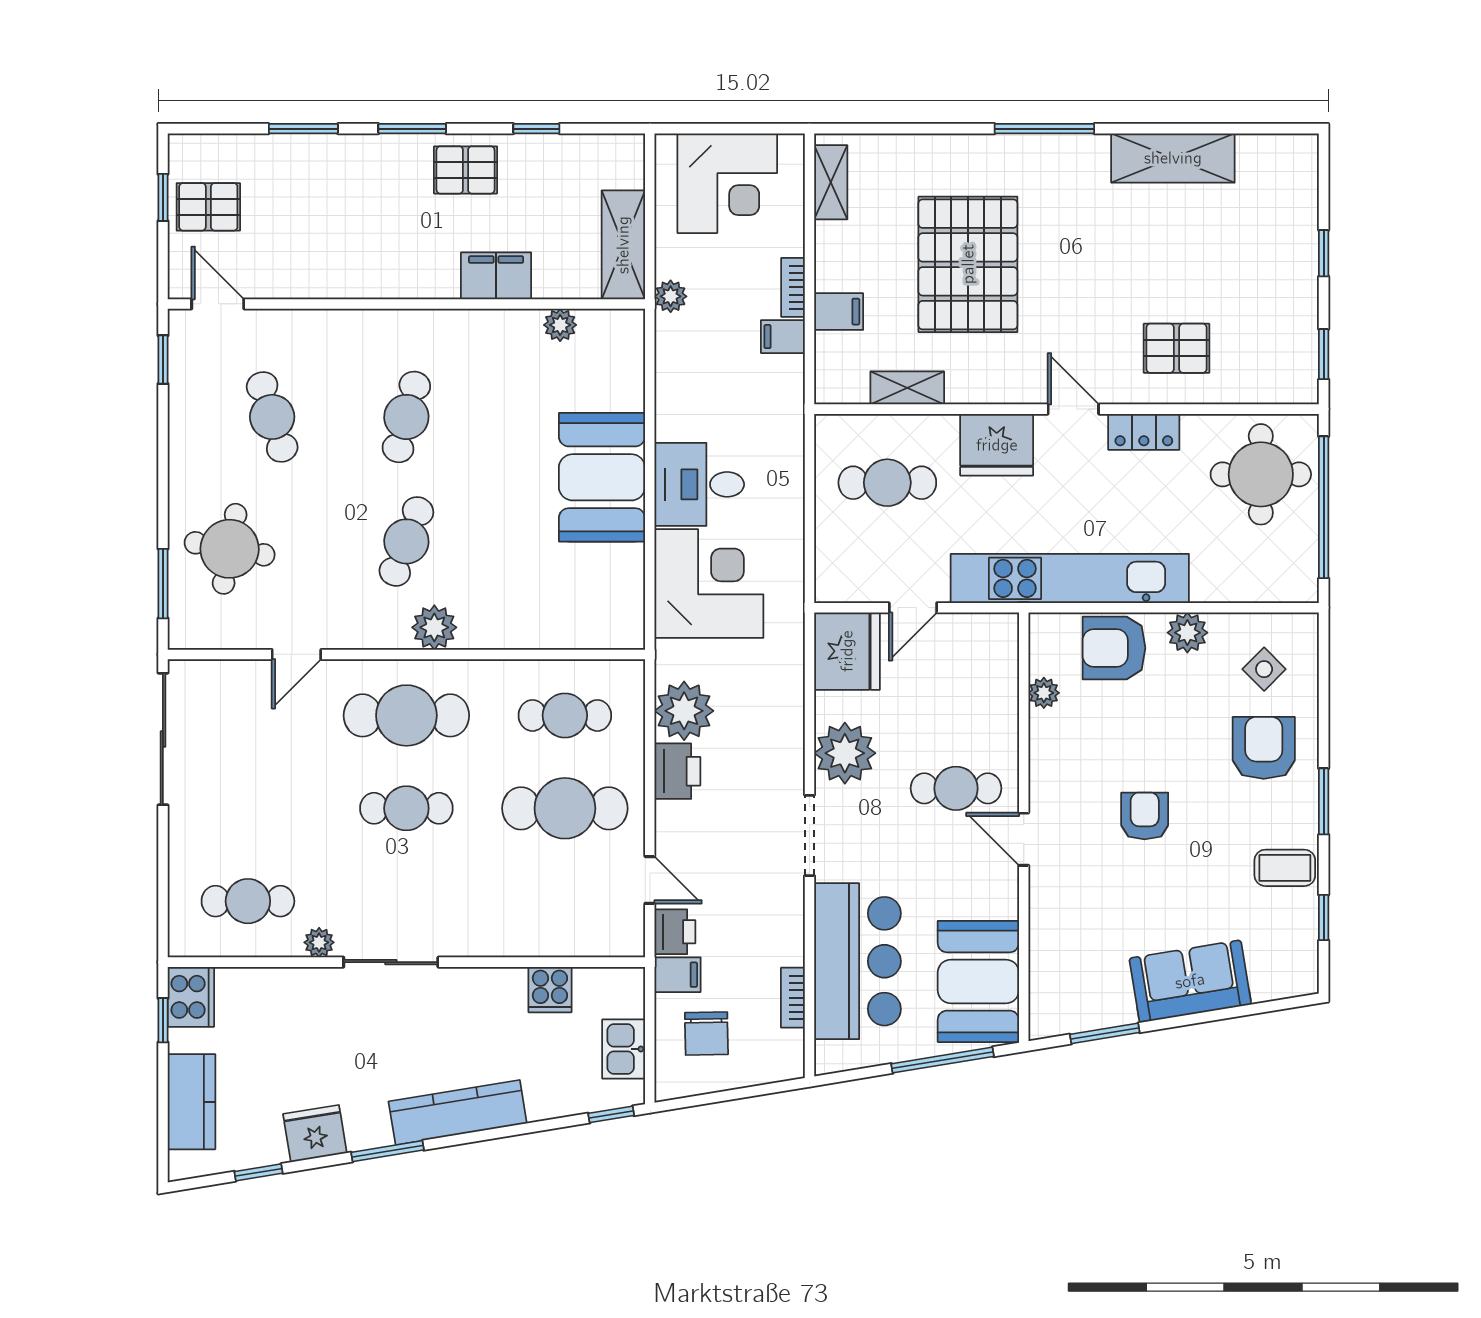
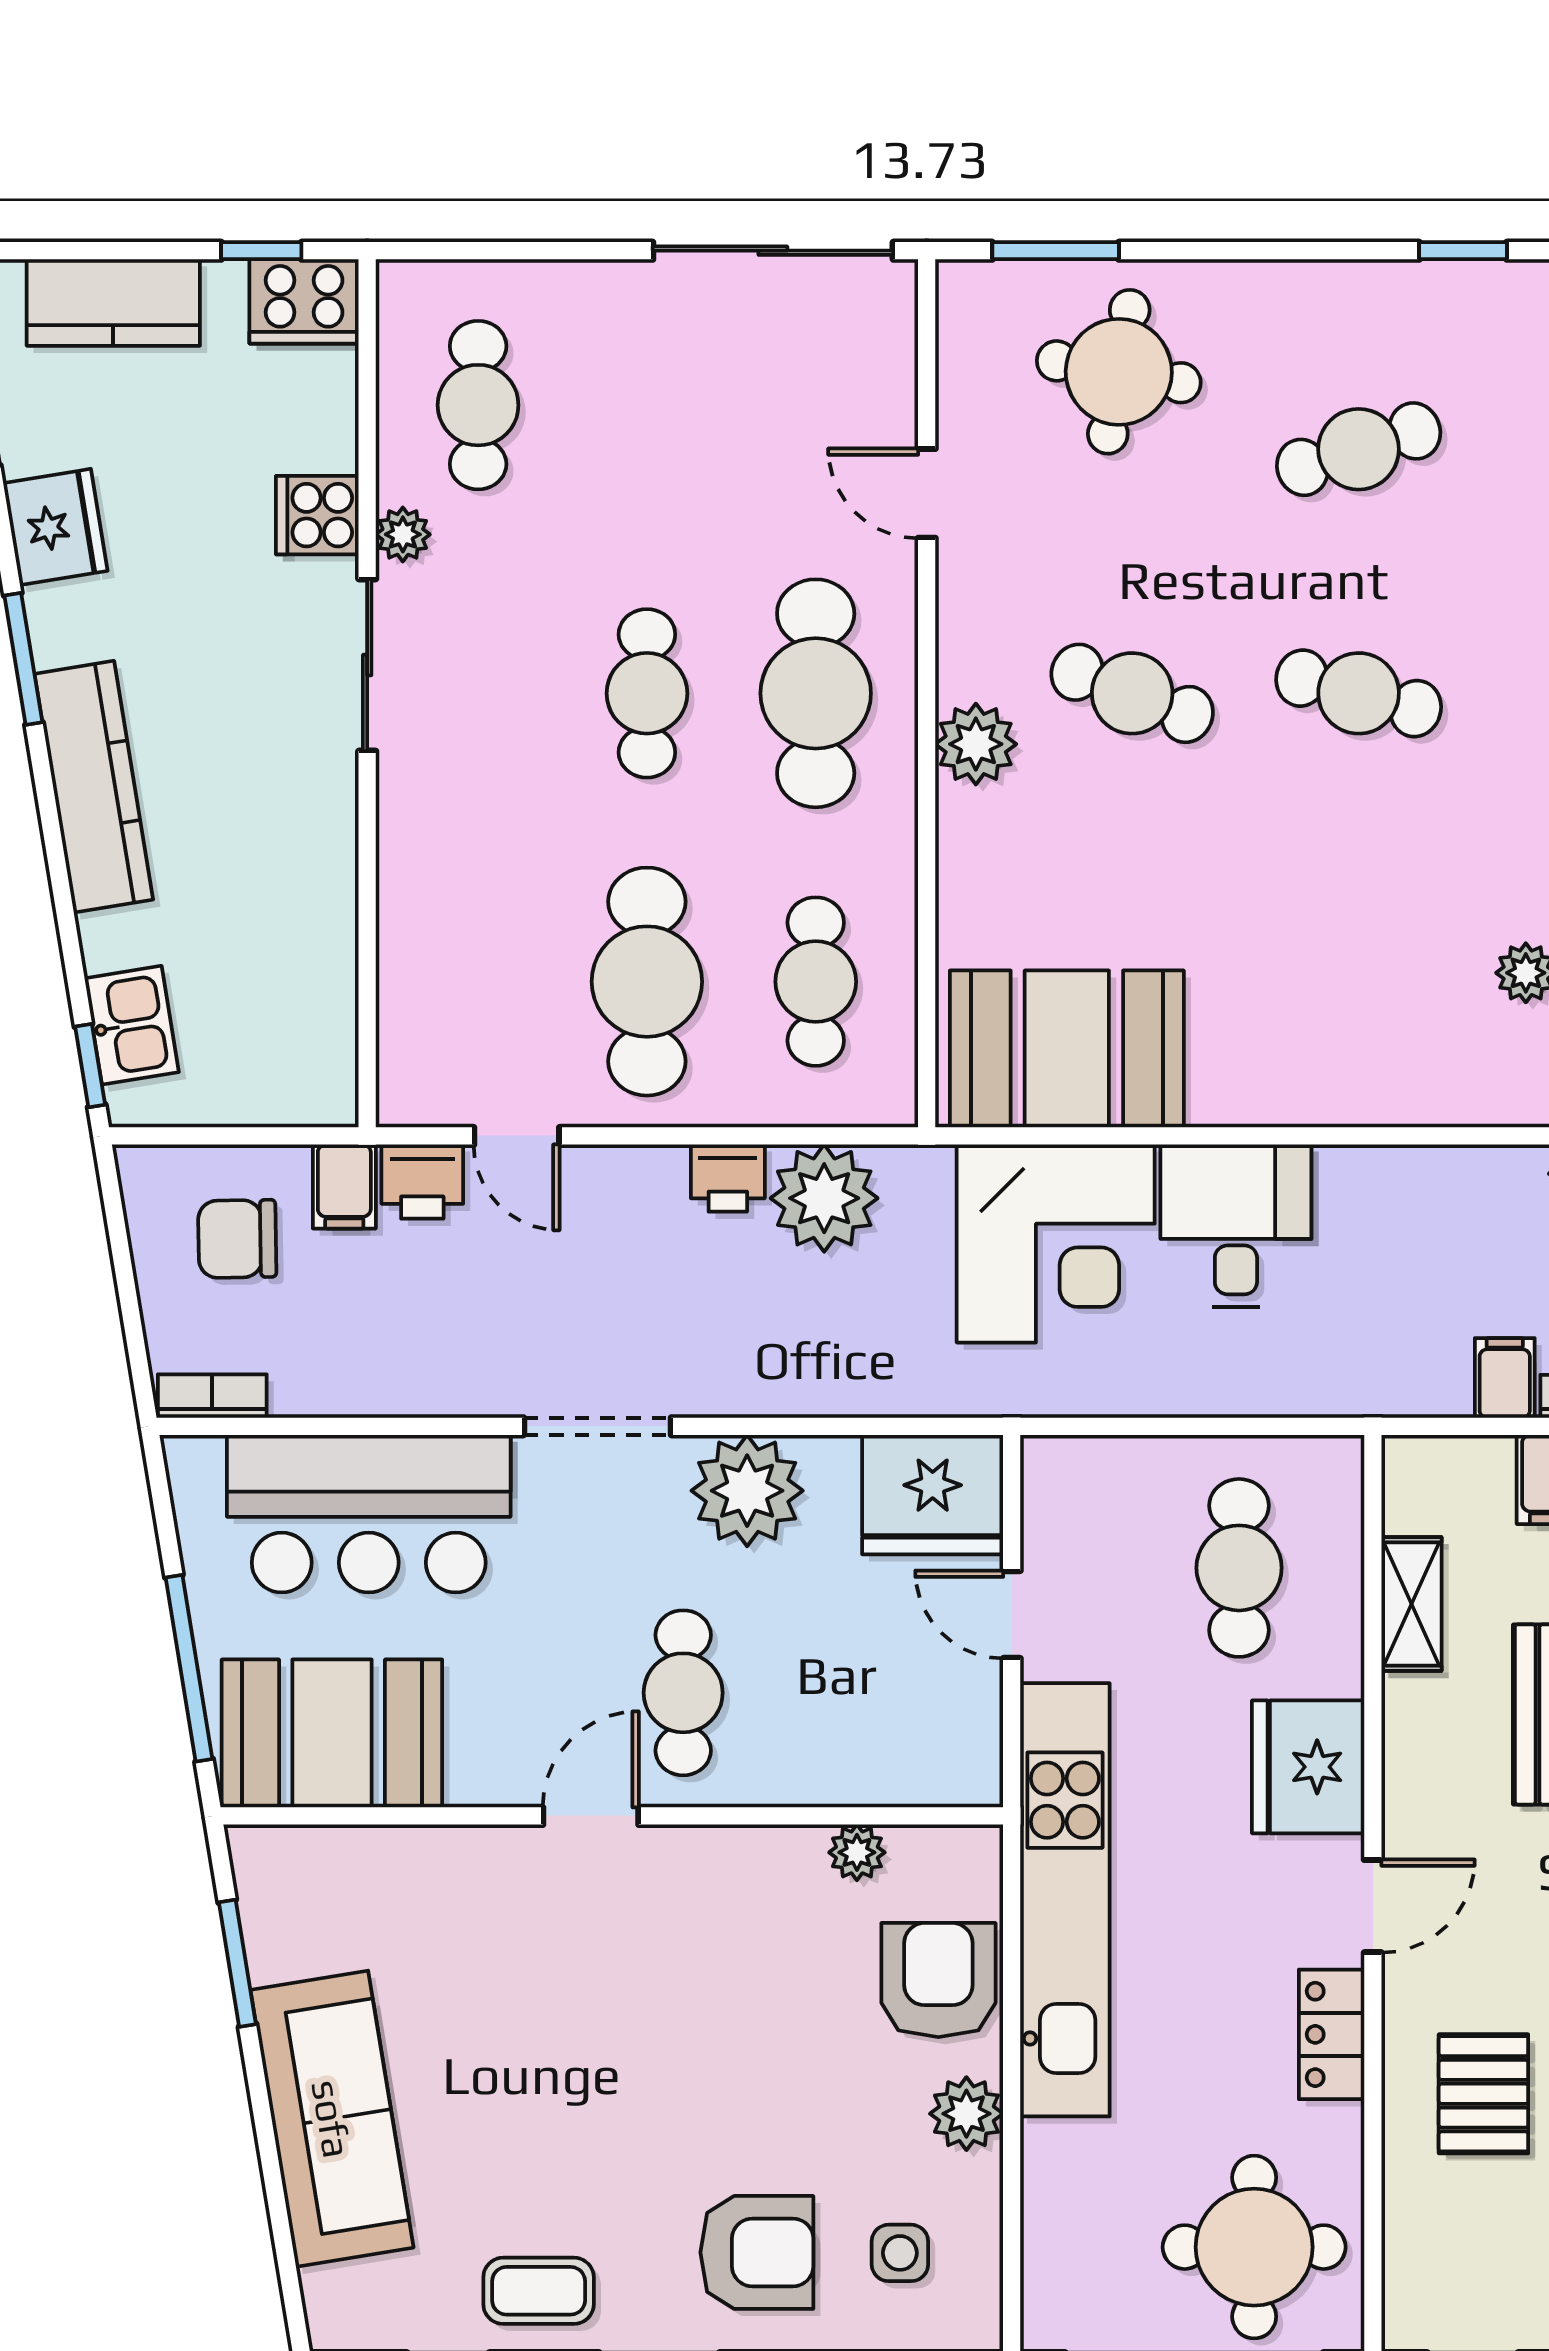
booth: (602, 477) -> (1067, 1049), moved
side table: (1264, 669) -> (900, 2253), turned 45
printer: (677, 771) -> (728, 1178), width x0.73, depth x0.81
armchair: (1145, 816) -> (633, 2036), removed
coffee table: (1285, 868) -> (539, 2291), turned 90
door: (650, 880) -> (517, 1136), hinge flipped
sofa: (1190, 981) -> (332, 2119), width x1.36
cooker: (550, 990) -> (317, 515), moved
bookcase: (793, 998) -> (212, 1396), moved
kitchen sink: (624, 1049) -> (132, 1025), moved, turned 81

